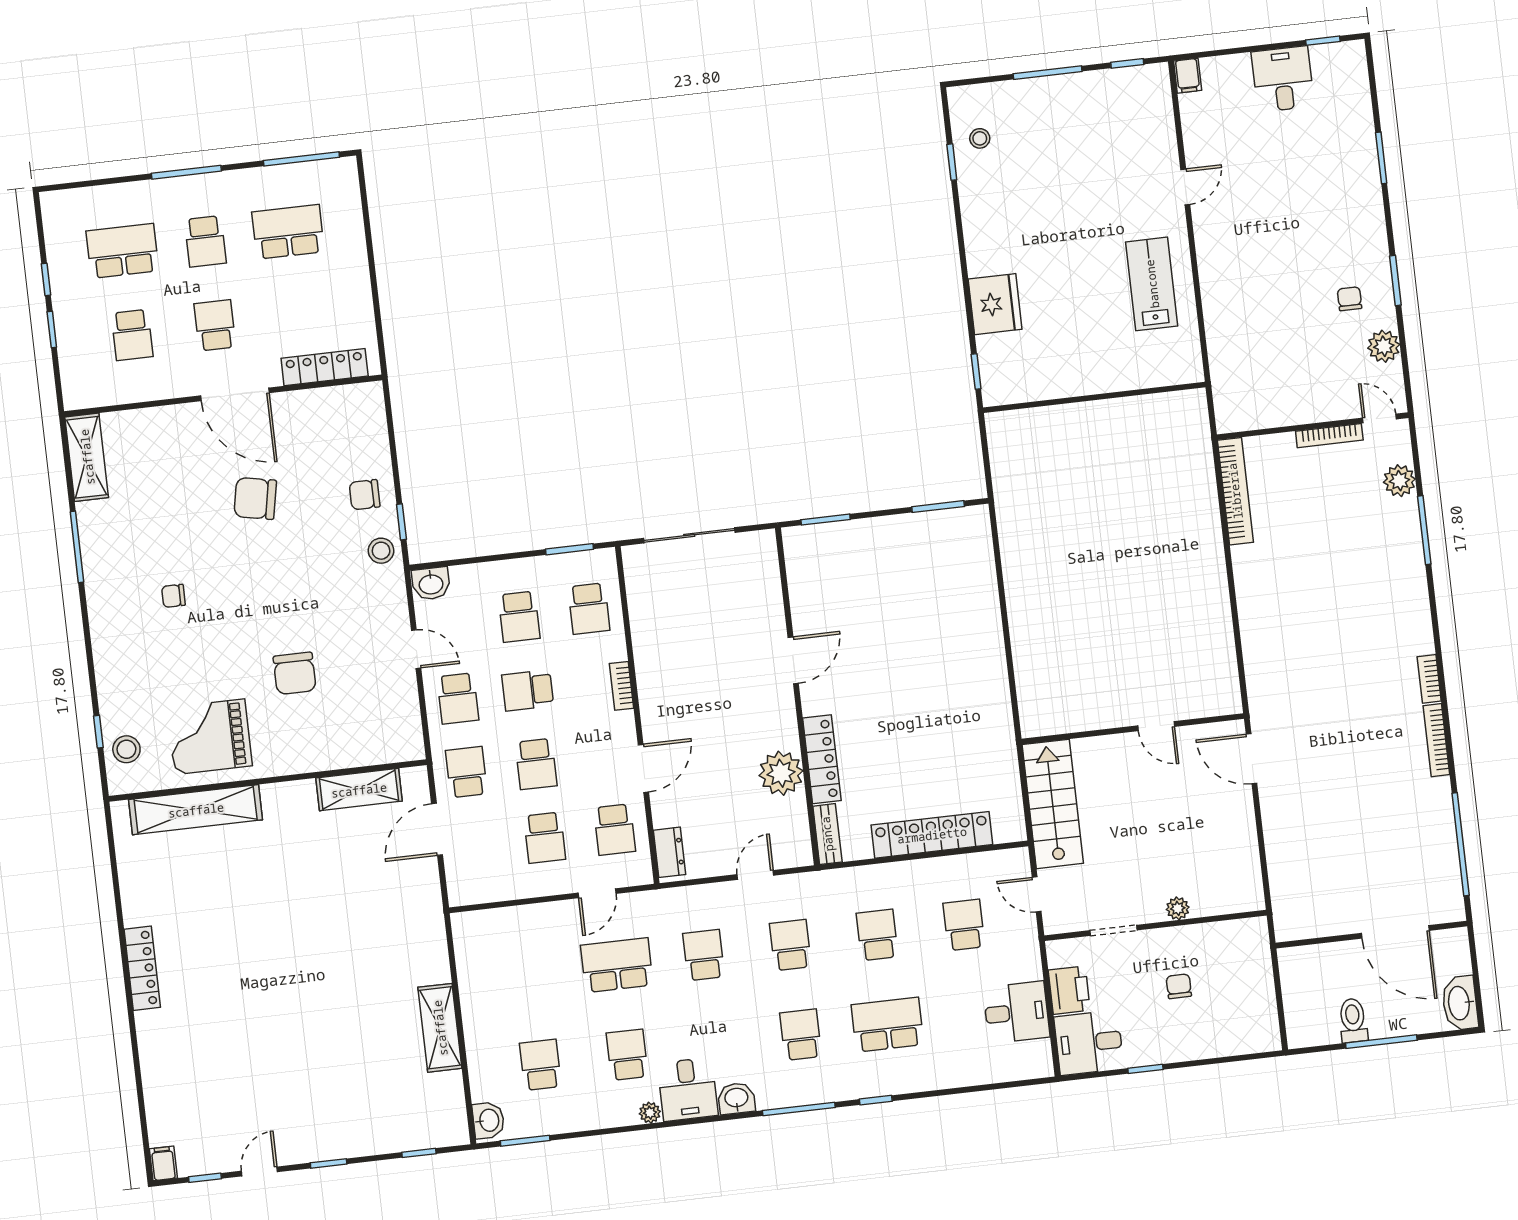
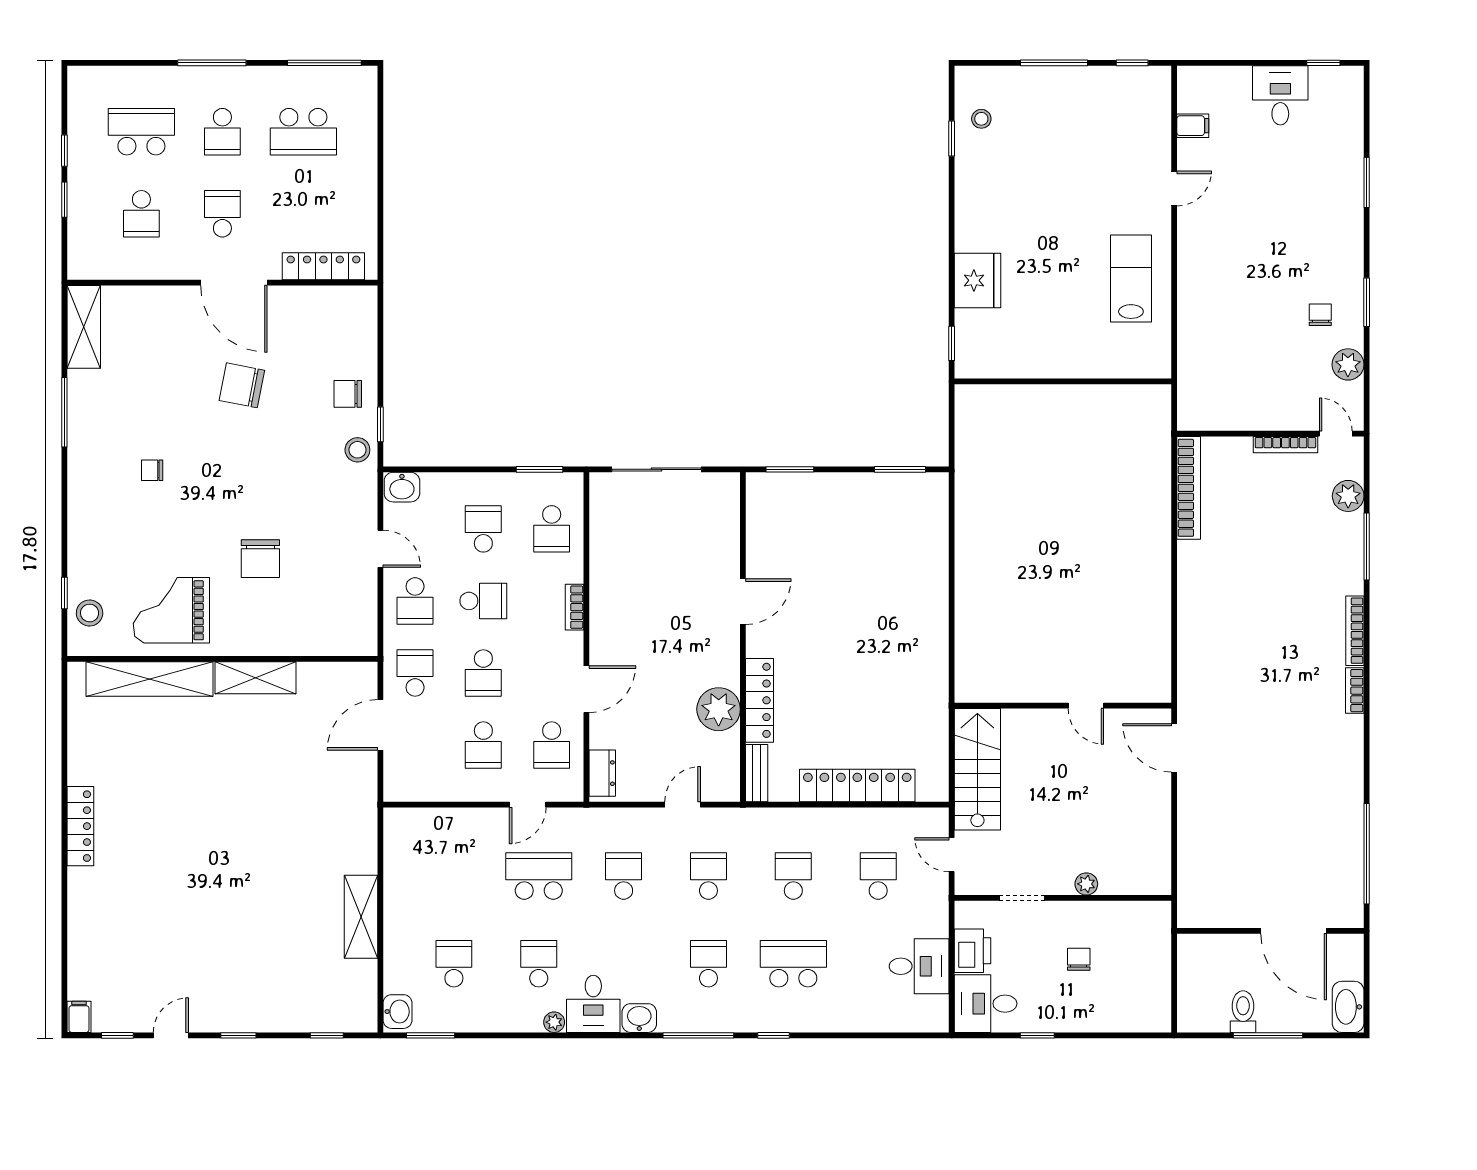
filing cabinet: (1188, 76) -> (1193, 126), moved, turned -90
school desk: (288, 232) -> (303, 132), turned 180
school desk: (519, 617) -> (483, 529), turned 180
school desk: (528, 690) -> (483, 601), turned 180
bookcase: (1436, 740) -> (1355, 631), moved
shelving: (359, 790) -> (256, 678), moved

